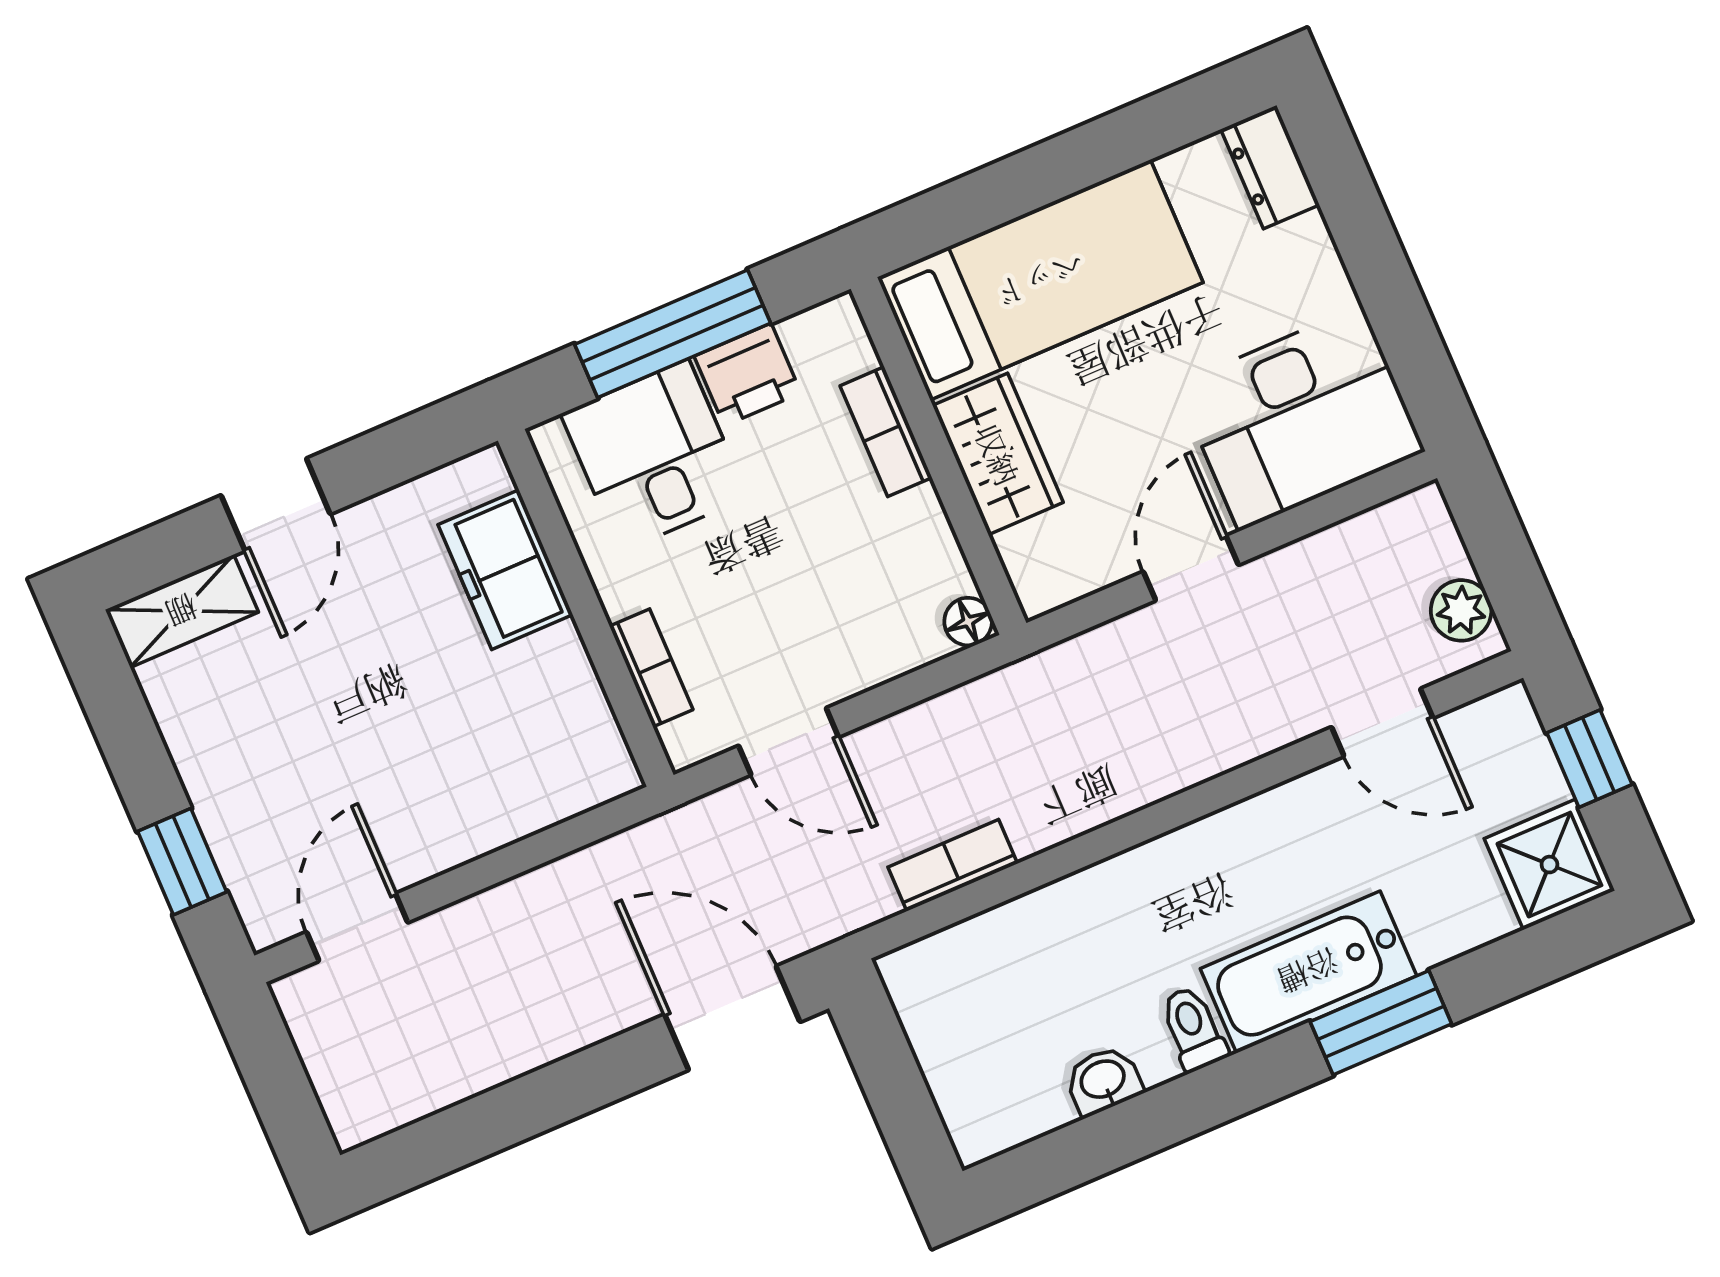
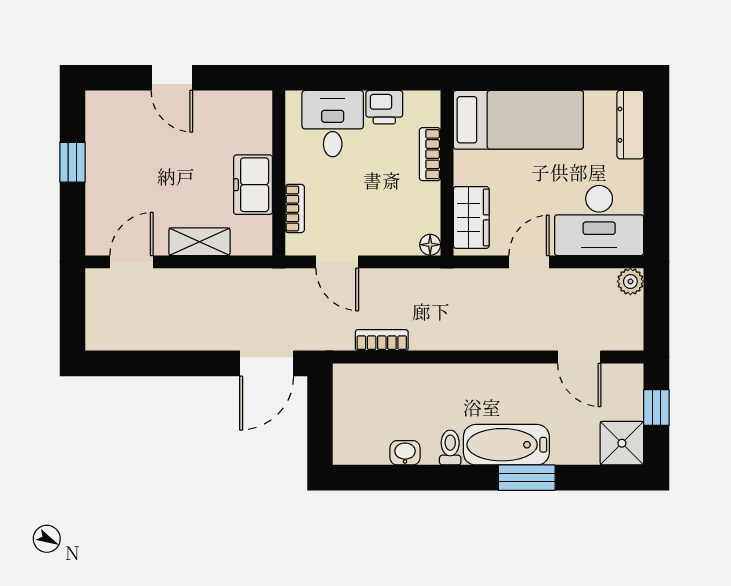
dresser: (1270, 167) -> (630, 125), width x1.44
window: (673, 334) -> (361, 78), removed
wardrobe: (998, 454) -> (471, 217), moved
door: (276, 505) -> (172, 78), hinge flipped
freezer: (505, 570) -> (253, 185), moved
plant: (1461, 610) -> (630, 281), moved
shelving: (182, 611) -> (199, 242), moved
window: (182, 862) -> (72, 162), moved
door: (732, 1018) -> (267, 363), swing flipped

